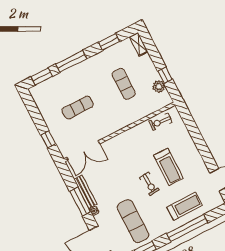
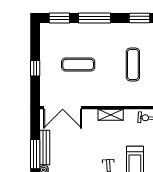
shelving: (127, 136) -> (111, 115), added
window: (48, 139) -> (35, 68), moved

